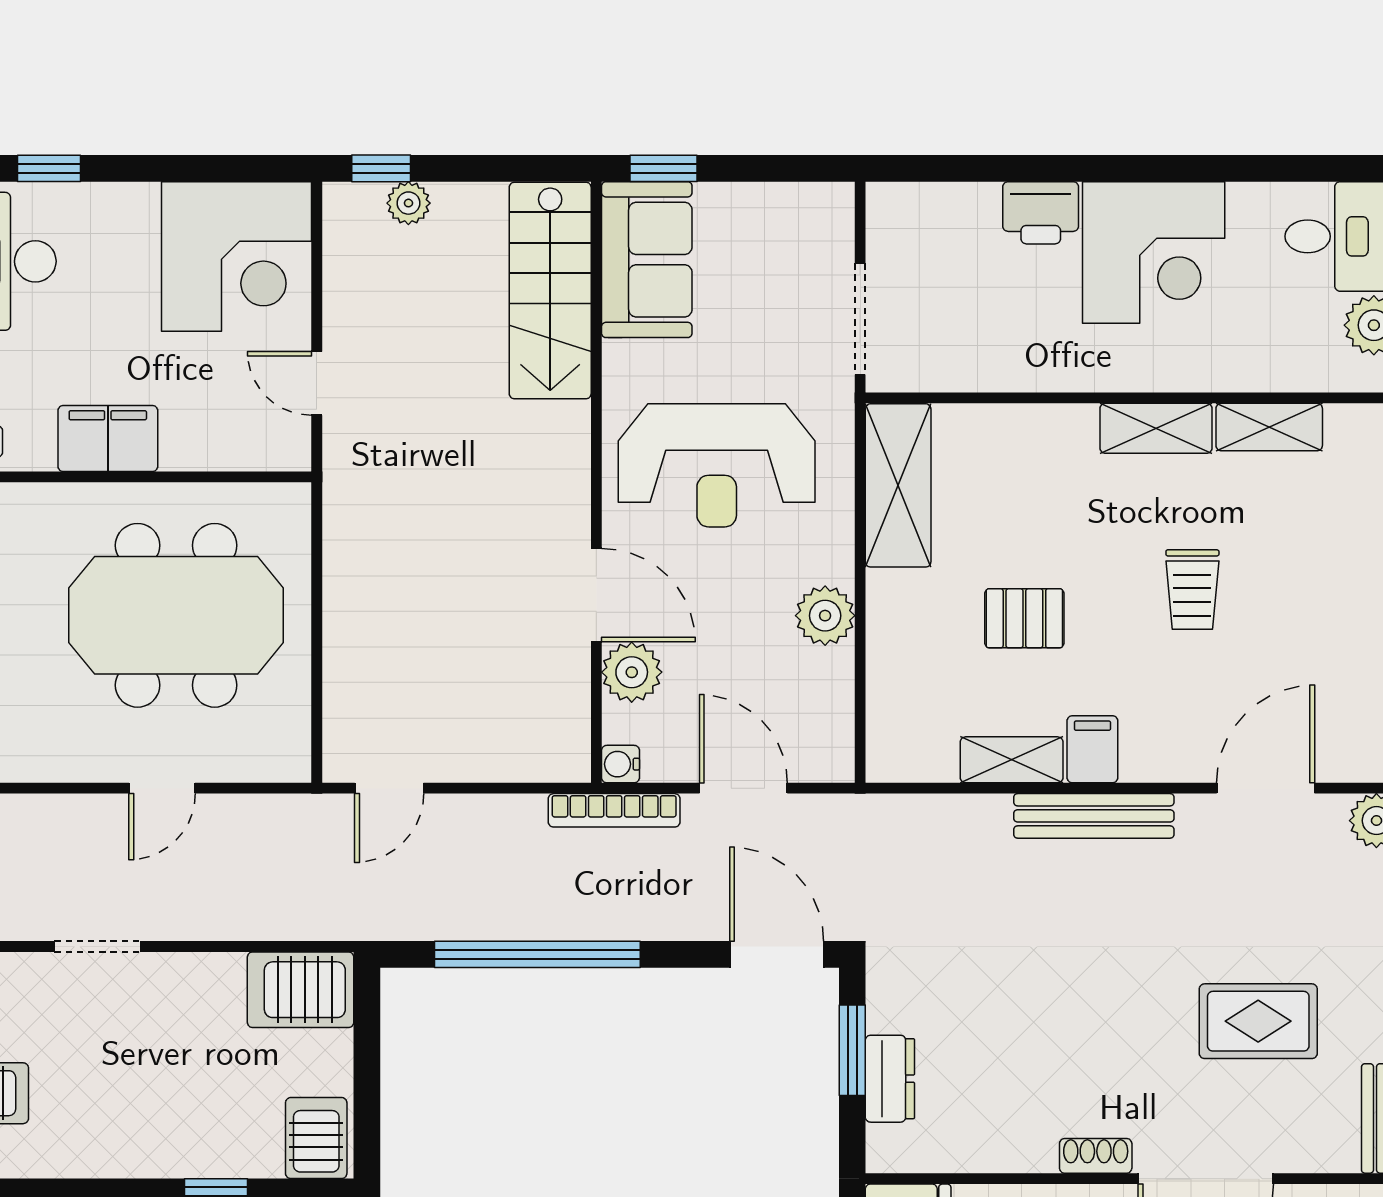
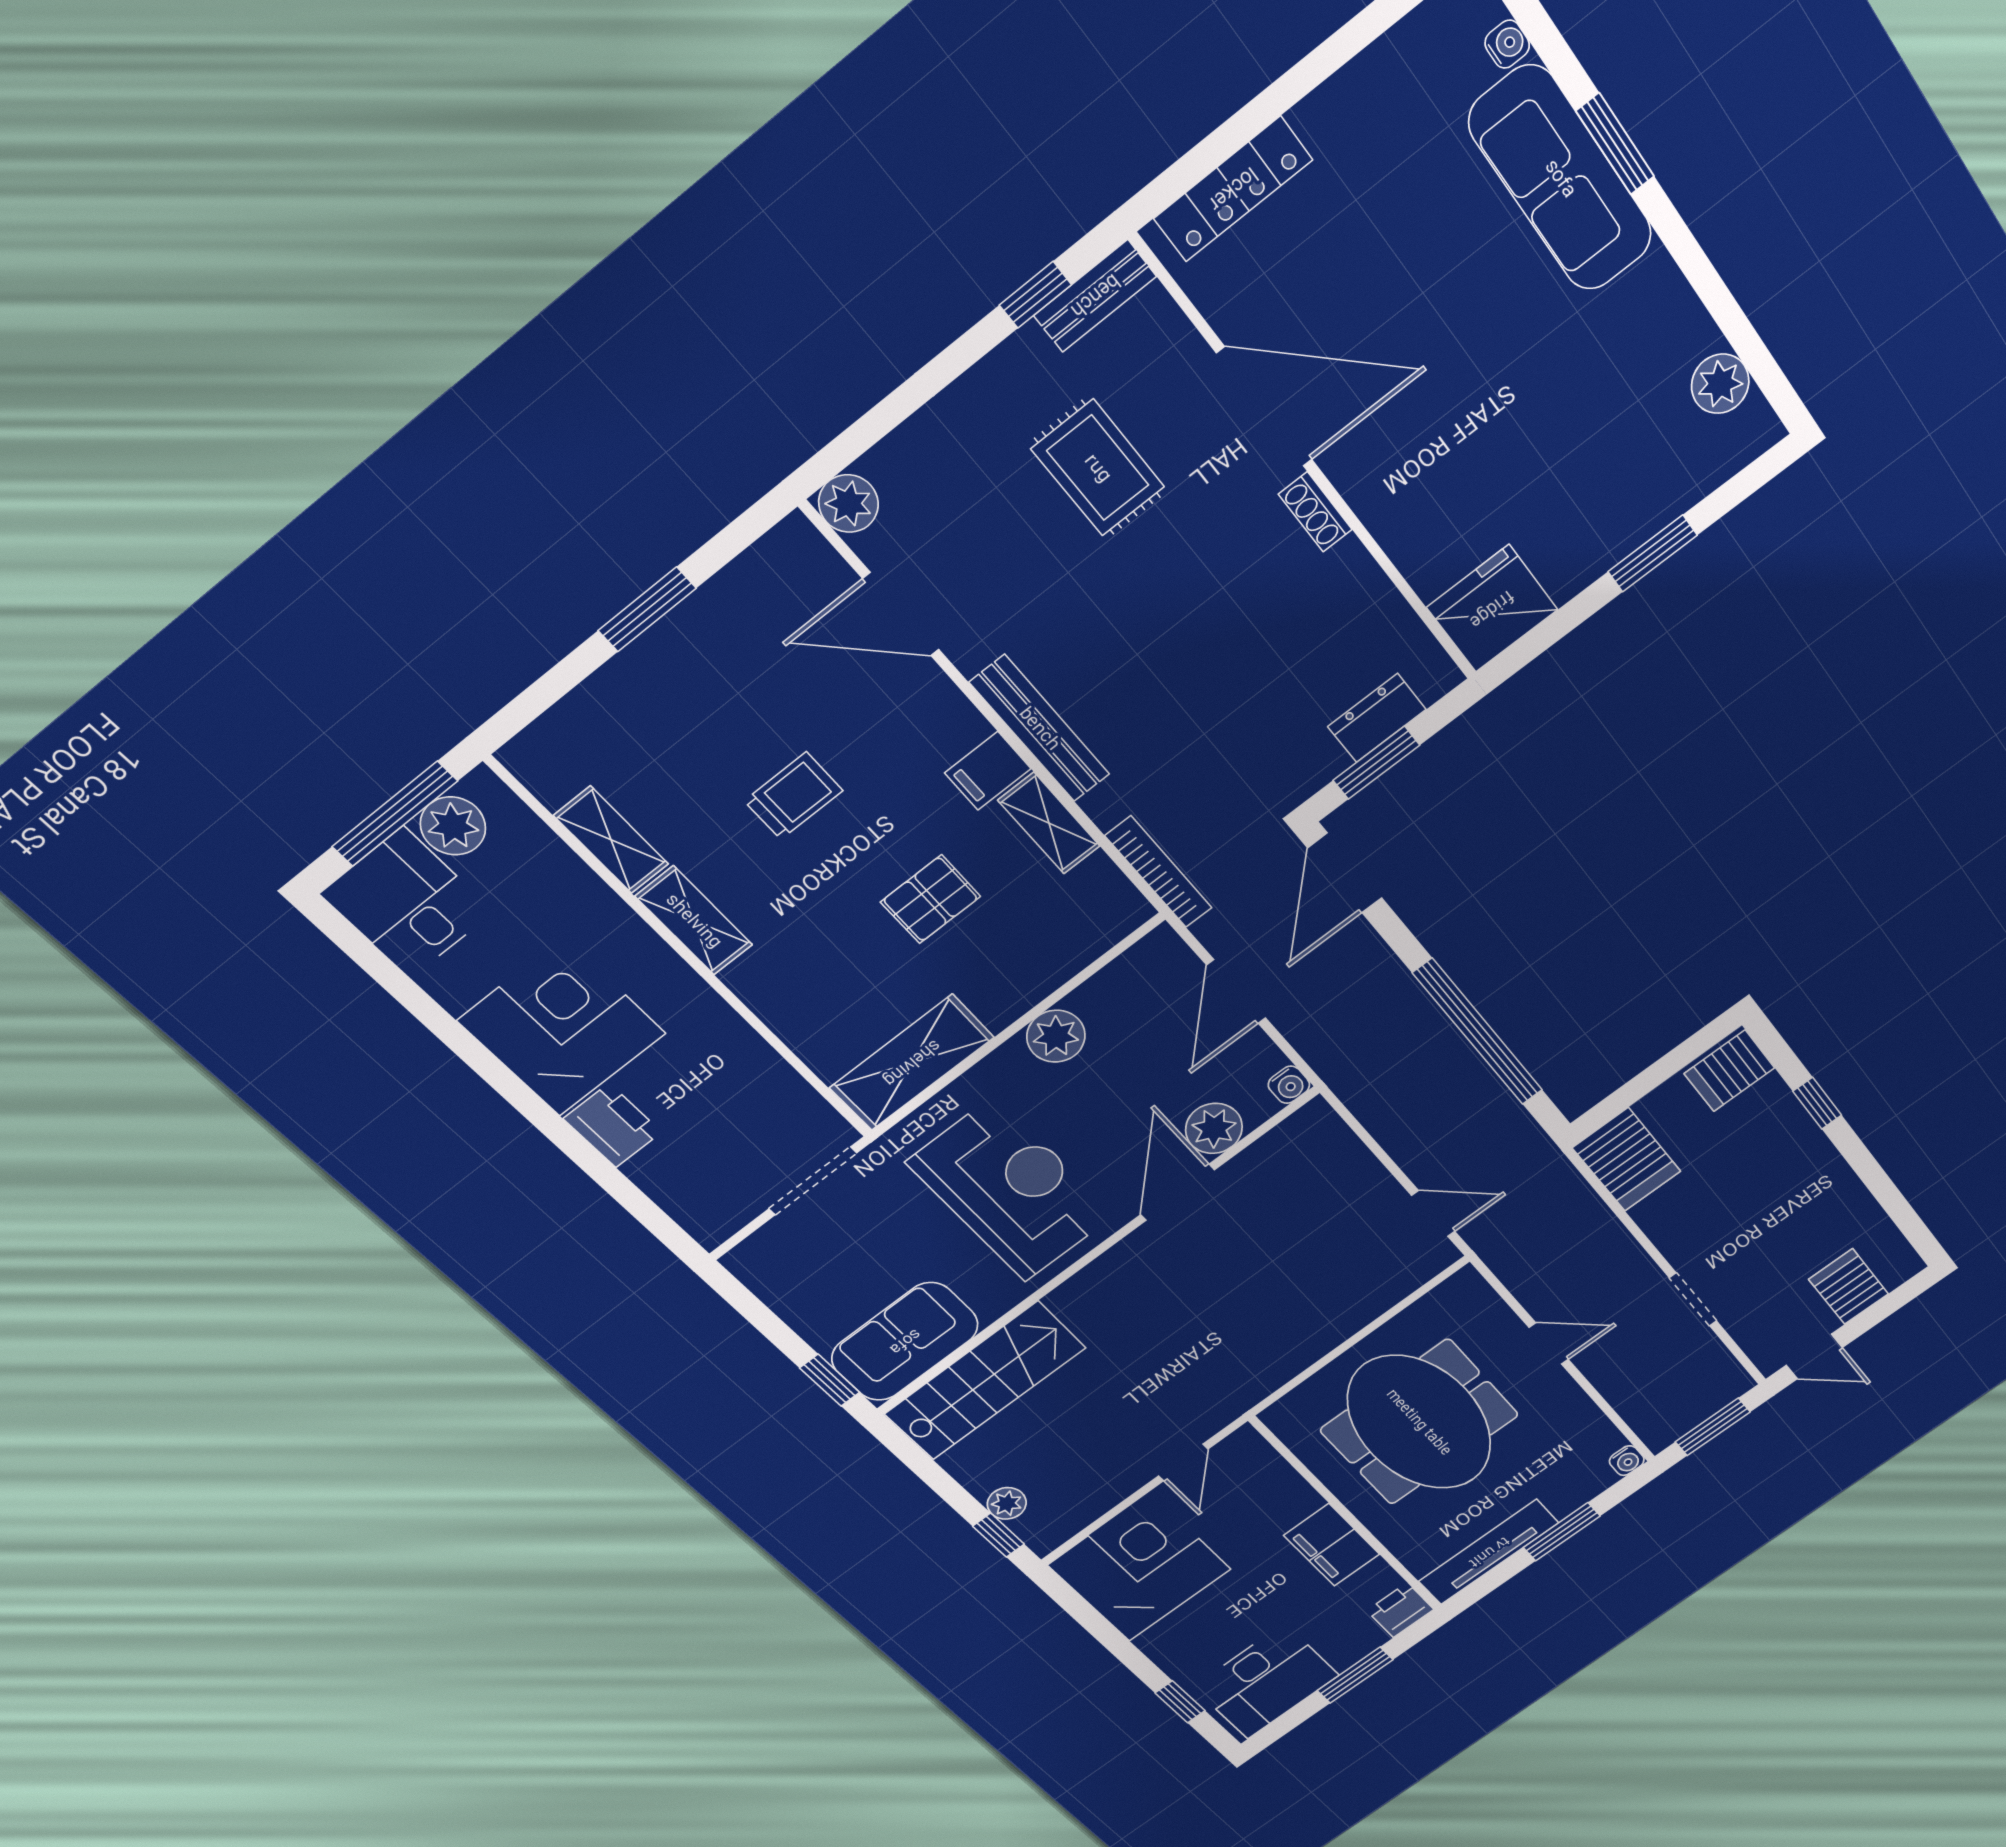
pallet: (1024, 618) -> (930, 899), turned 90
bookcase: (614, 810) -> (1159, 872), moved

